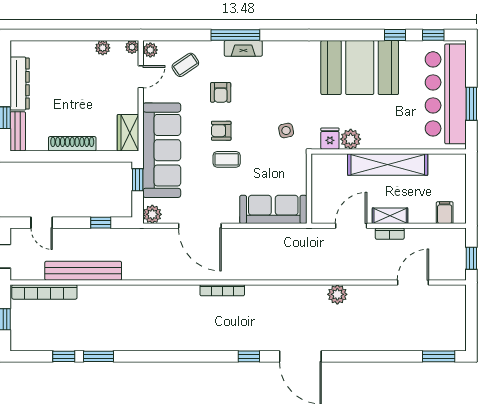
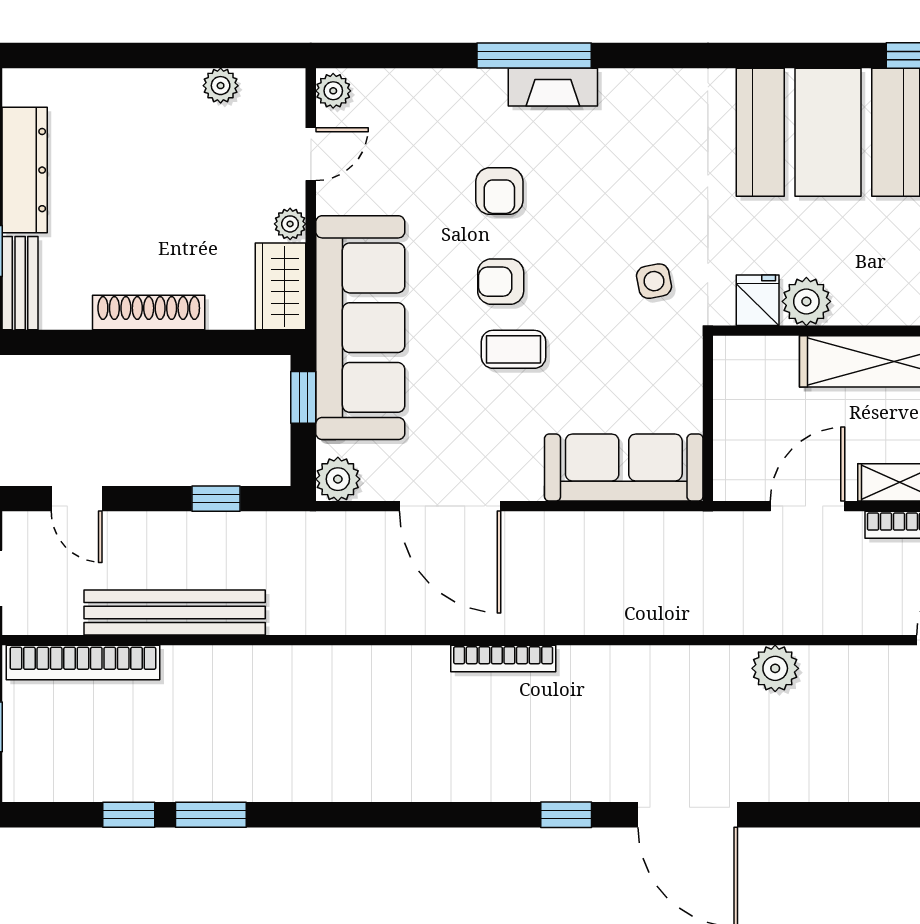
plant: (132, 47) -> (290, 224), moved
coffee table: (185, 65) -> (416, 126), removed

